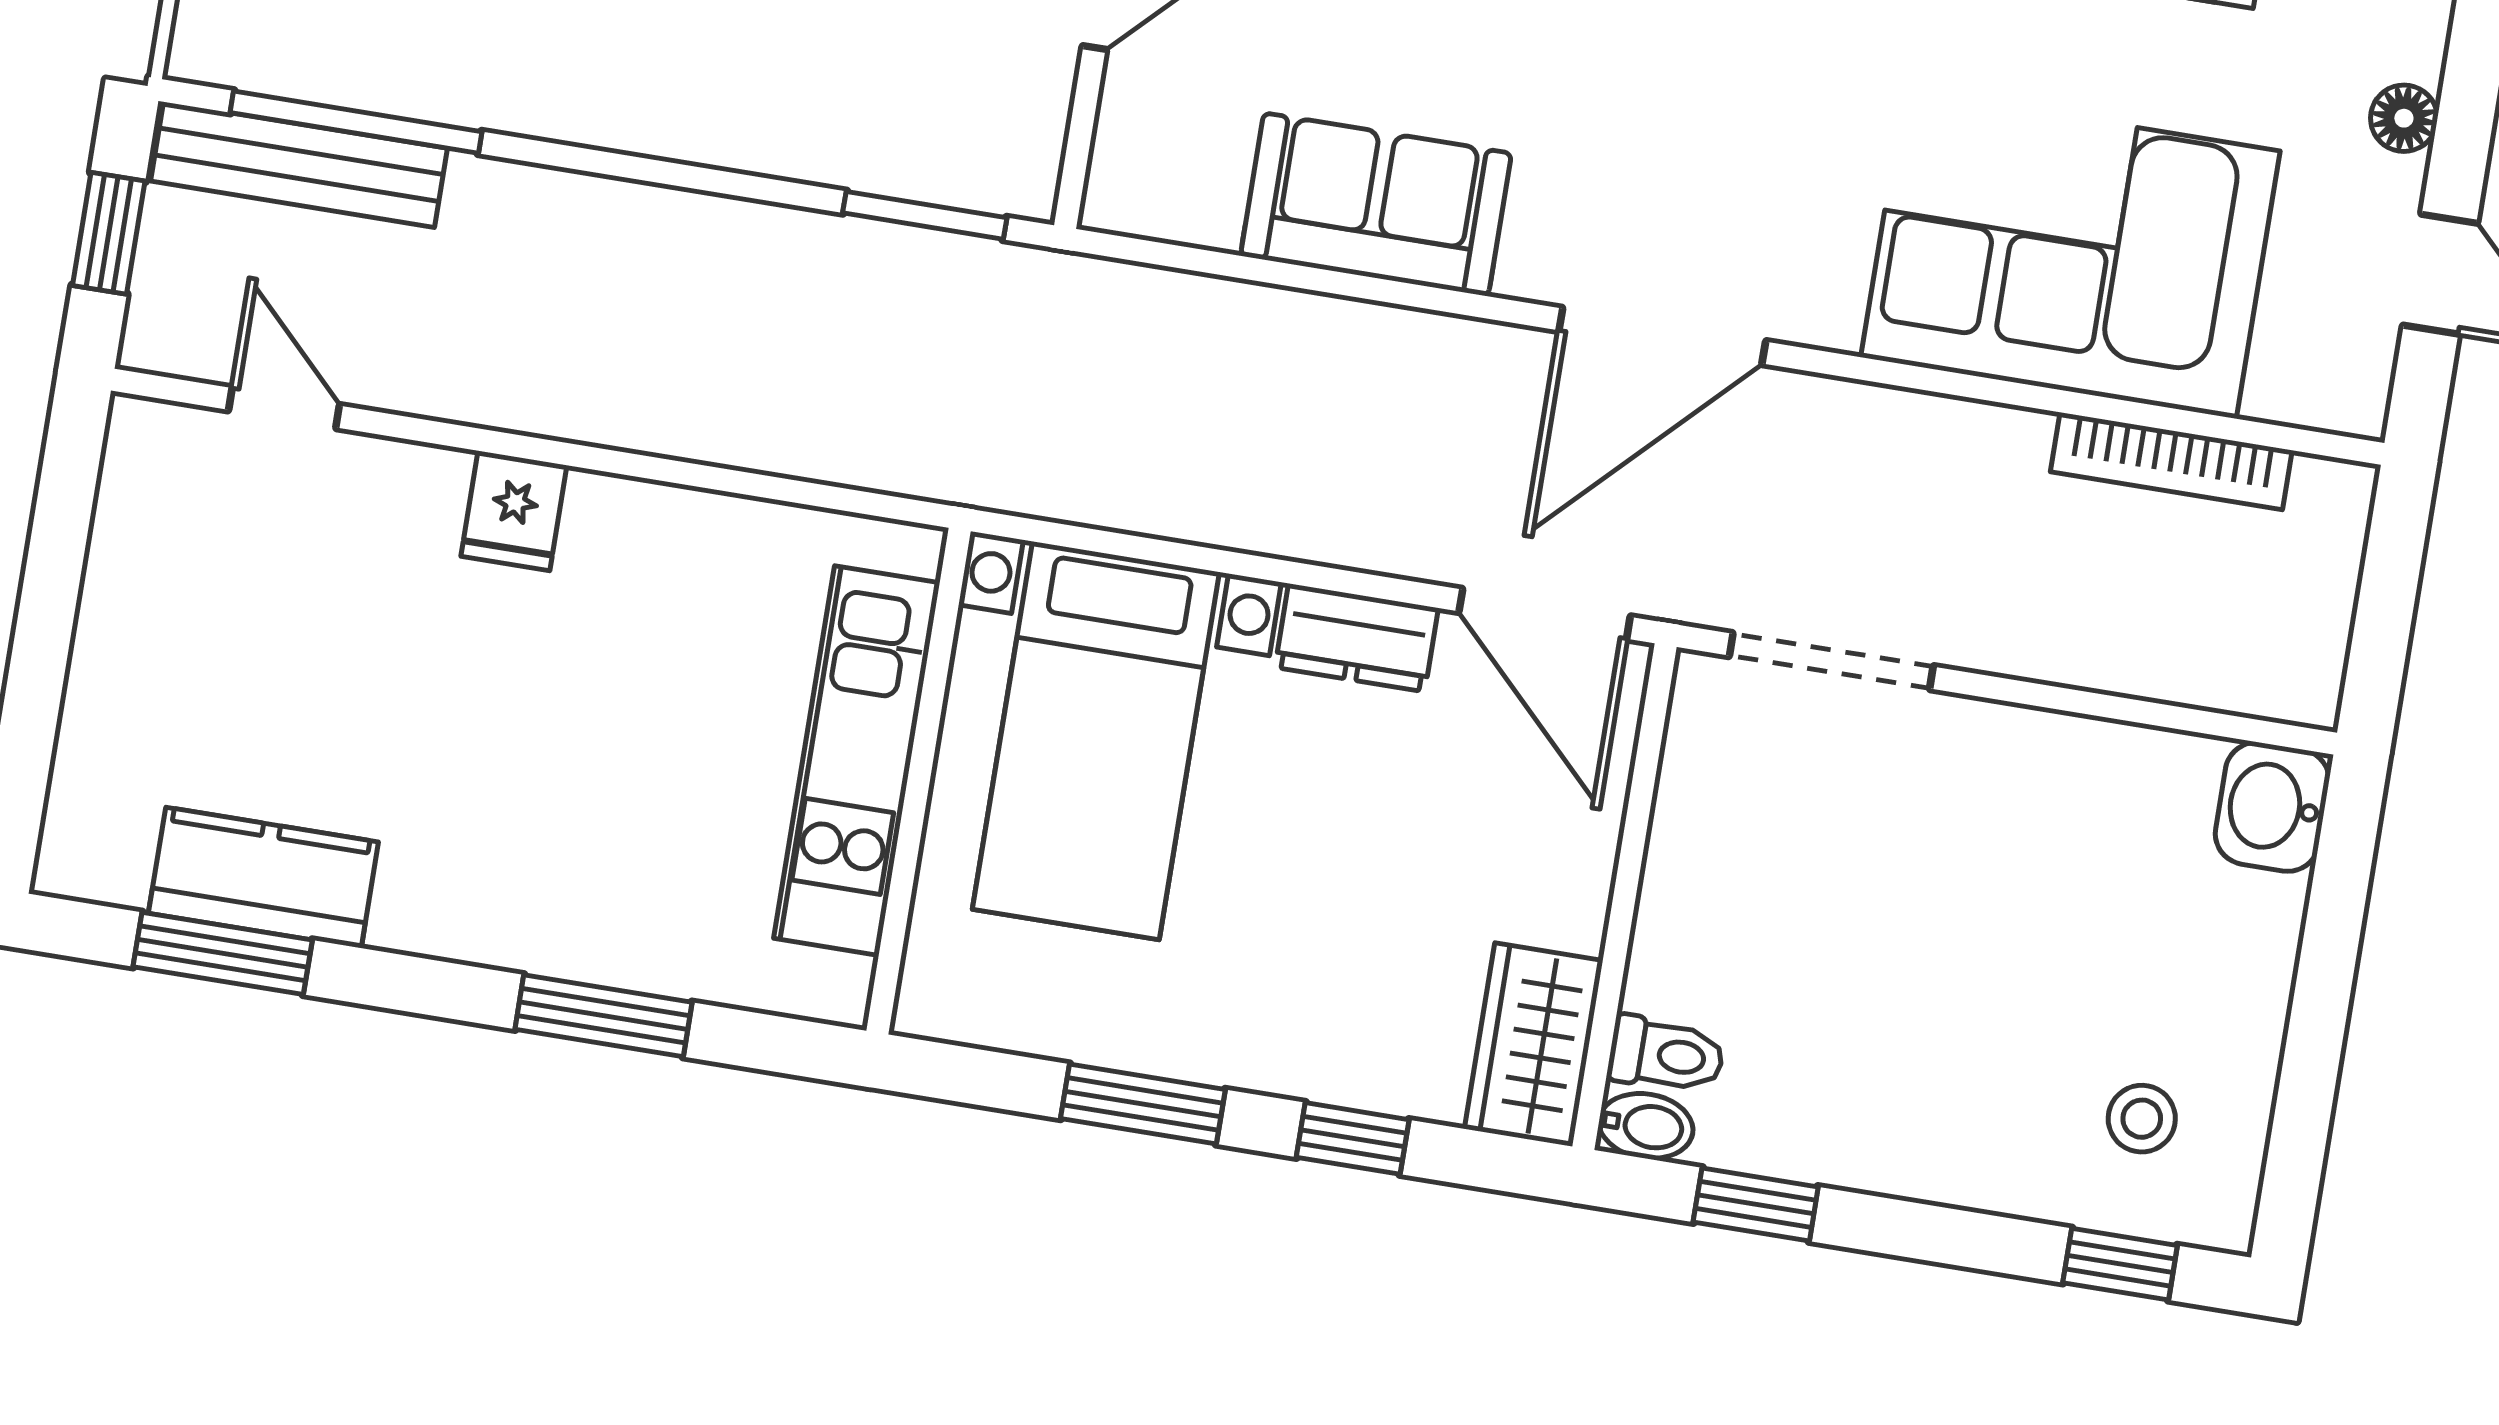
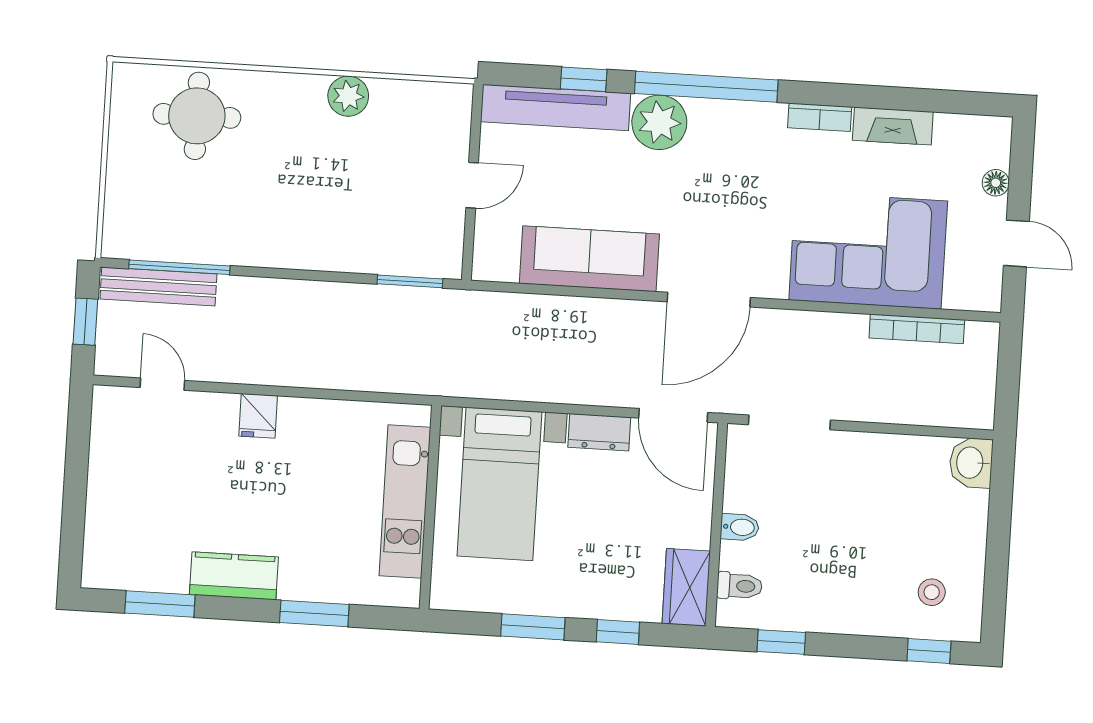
sofa: (1376, 204) -> (589, 259), width x1.36
kitchen counter: (263, 878) -> (234, 576), moved
bidet: (1646, 1126) -> (740, 527), moved

